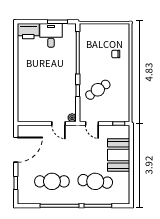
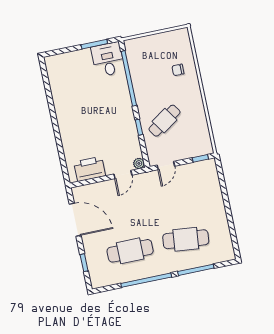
printer: (28, 31) -> (90, 169), moved, turned 180
desk: (51, 35) -> (108, 59), moved
door: (58, 123) -> (123, 175), hinge flipped
door: (92, 123) -> (166, 166), hinge flipped
door: (16, 150) -> (75, 220), hinge flipped
booth: (119, 155) -> (209, 199), removed

